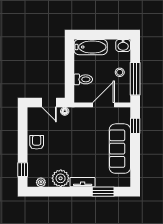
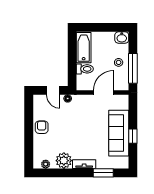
bathtub: (91, 47) -> (84, 48), moved, turned -90
window: (135, 126) -> (133, 136), moved
window: (23, 170) -> (29, 153), removed

